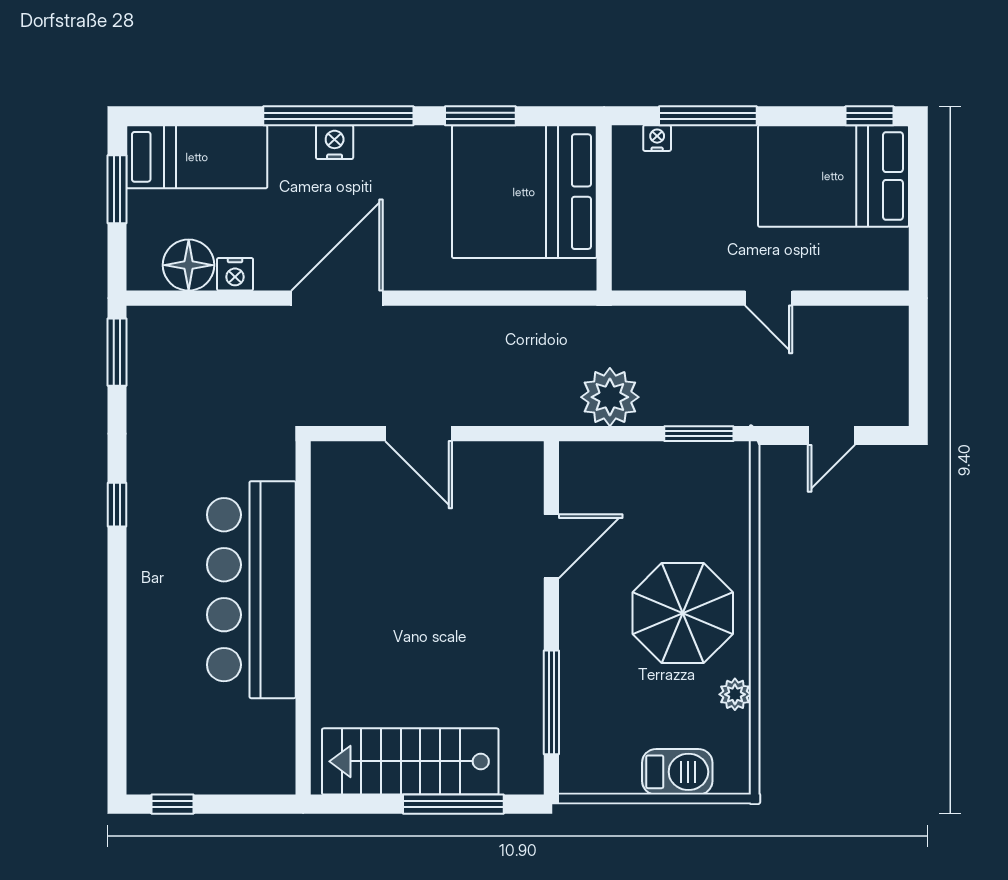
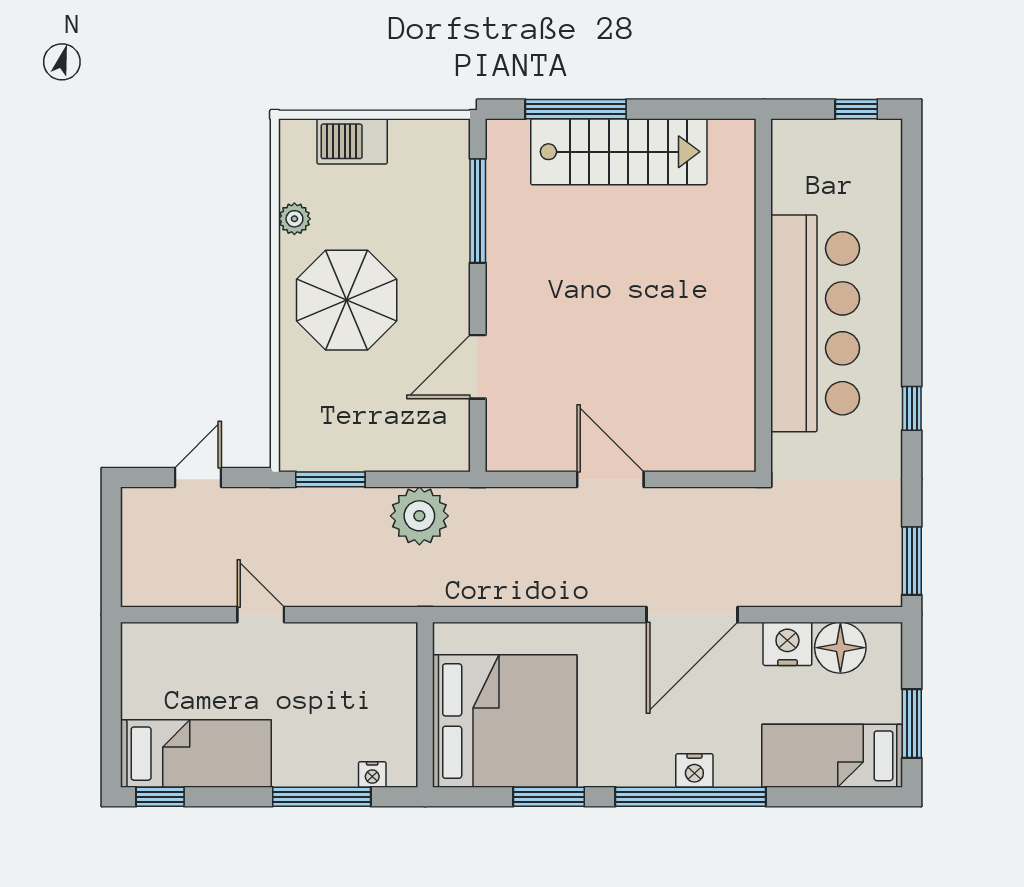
bed: (833, 176) -> (196, 754), width x0.67
nightstand: (235, 274) -> (787, 644), width x1.36, depth x1.33
bar counter: (251, 590) -> (815, 323), moved
wall: (303, 618) -> (763, 295), moved

